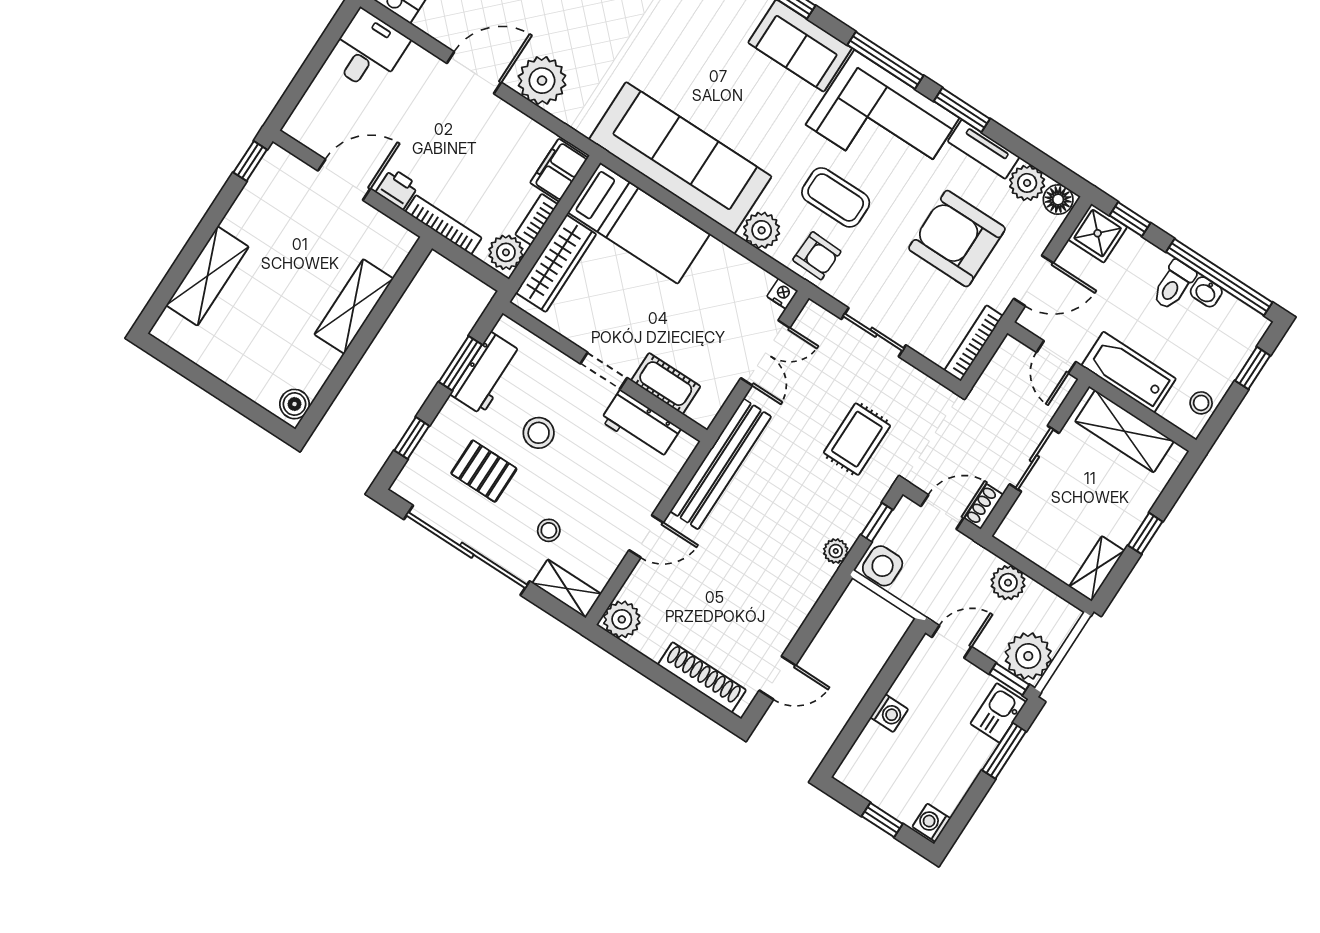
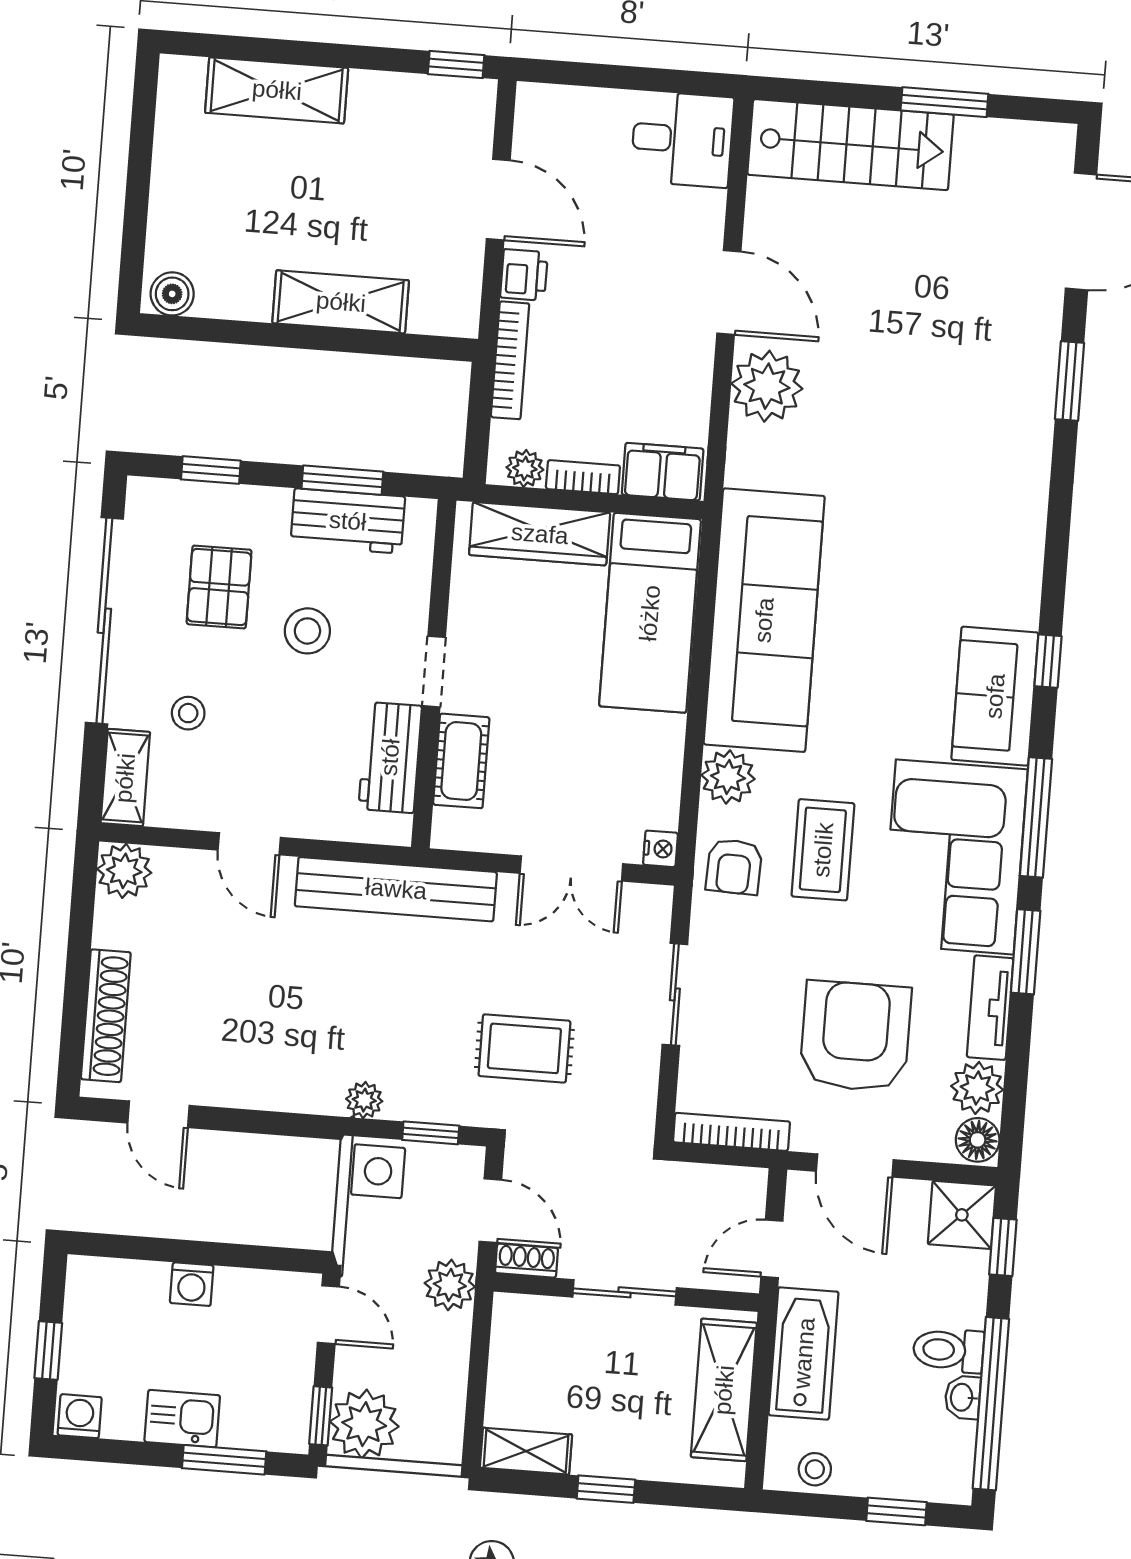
plant: (506, 252) -> (525, 468), width x0.73, depth x0.73
plant: (1008, 583) -> (450, 1285), moved
kitchen sink: (998, 713) -> (182, 1419), moved

